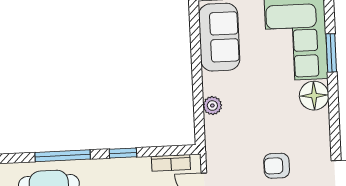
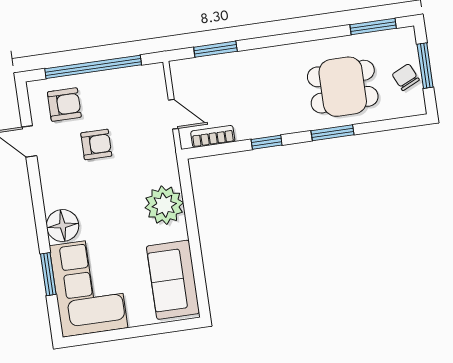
plant: (212, 106) -> (164, 205), width x1.87, depth x1.87
window: (63, 156) -> (333, 133), width x0.69

